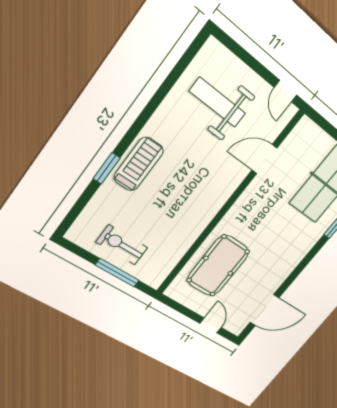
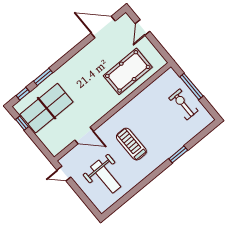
door: (285, 91) -> (64, 174), swing flipped
treadmill: (139, 164) -> (131, 144), moved, turned 90
exercise bike: (122, 245) -> (183, 104), turned 180

